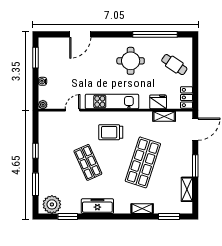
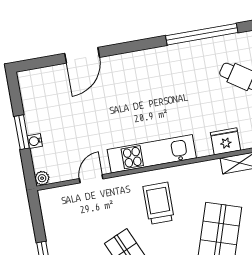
window: (36, 58) -> (22, 132), moved
round table: (131, 61) -> (170, 83), removed
trolley: (111, 132) -> (159, 203), turned 90

